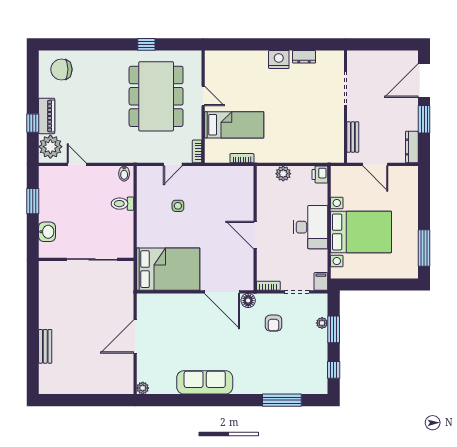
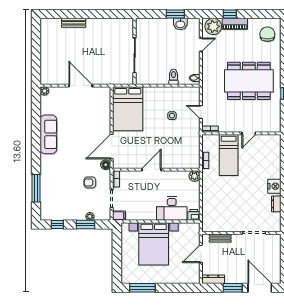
dining table: (156, 96) -> (249, 81), moved
plant: (283, 174) -> (195, 176), moved
desk: (311, 227) -> (172, 208), moved
washbasin: (47, 232) -> (180, 24), moved

